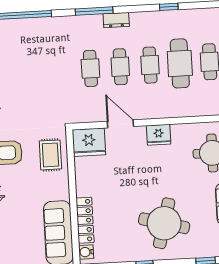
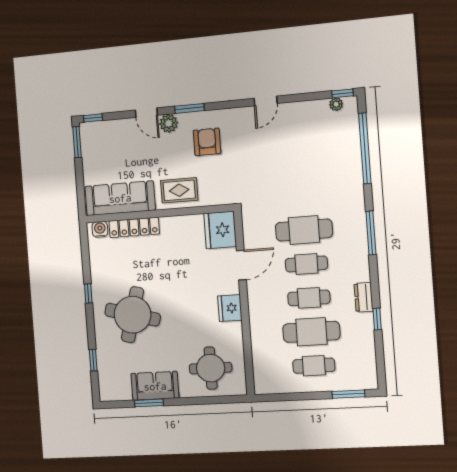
dresser: (116, 20) -> (364, 297), moved
cafe table: (90, 68) -> (304, 230), width x1.37, depth x1.35
rug: (50, 155) -> (179, 190), moved

